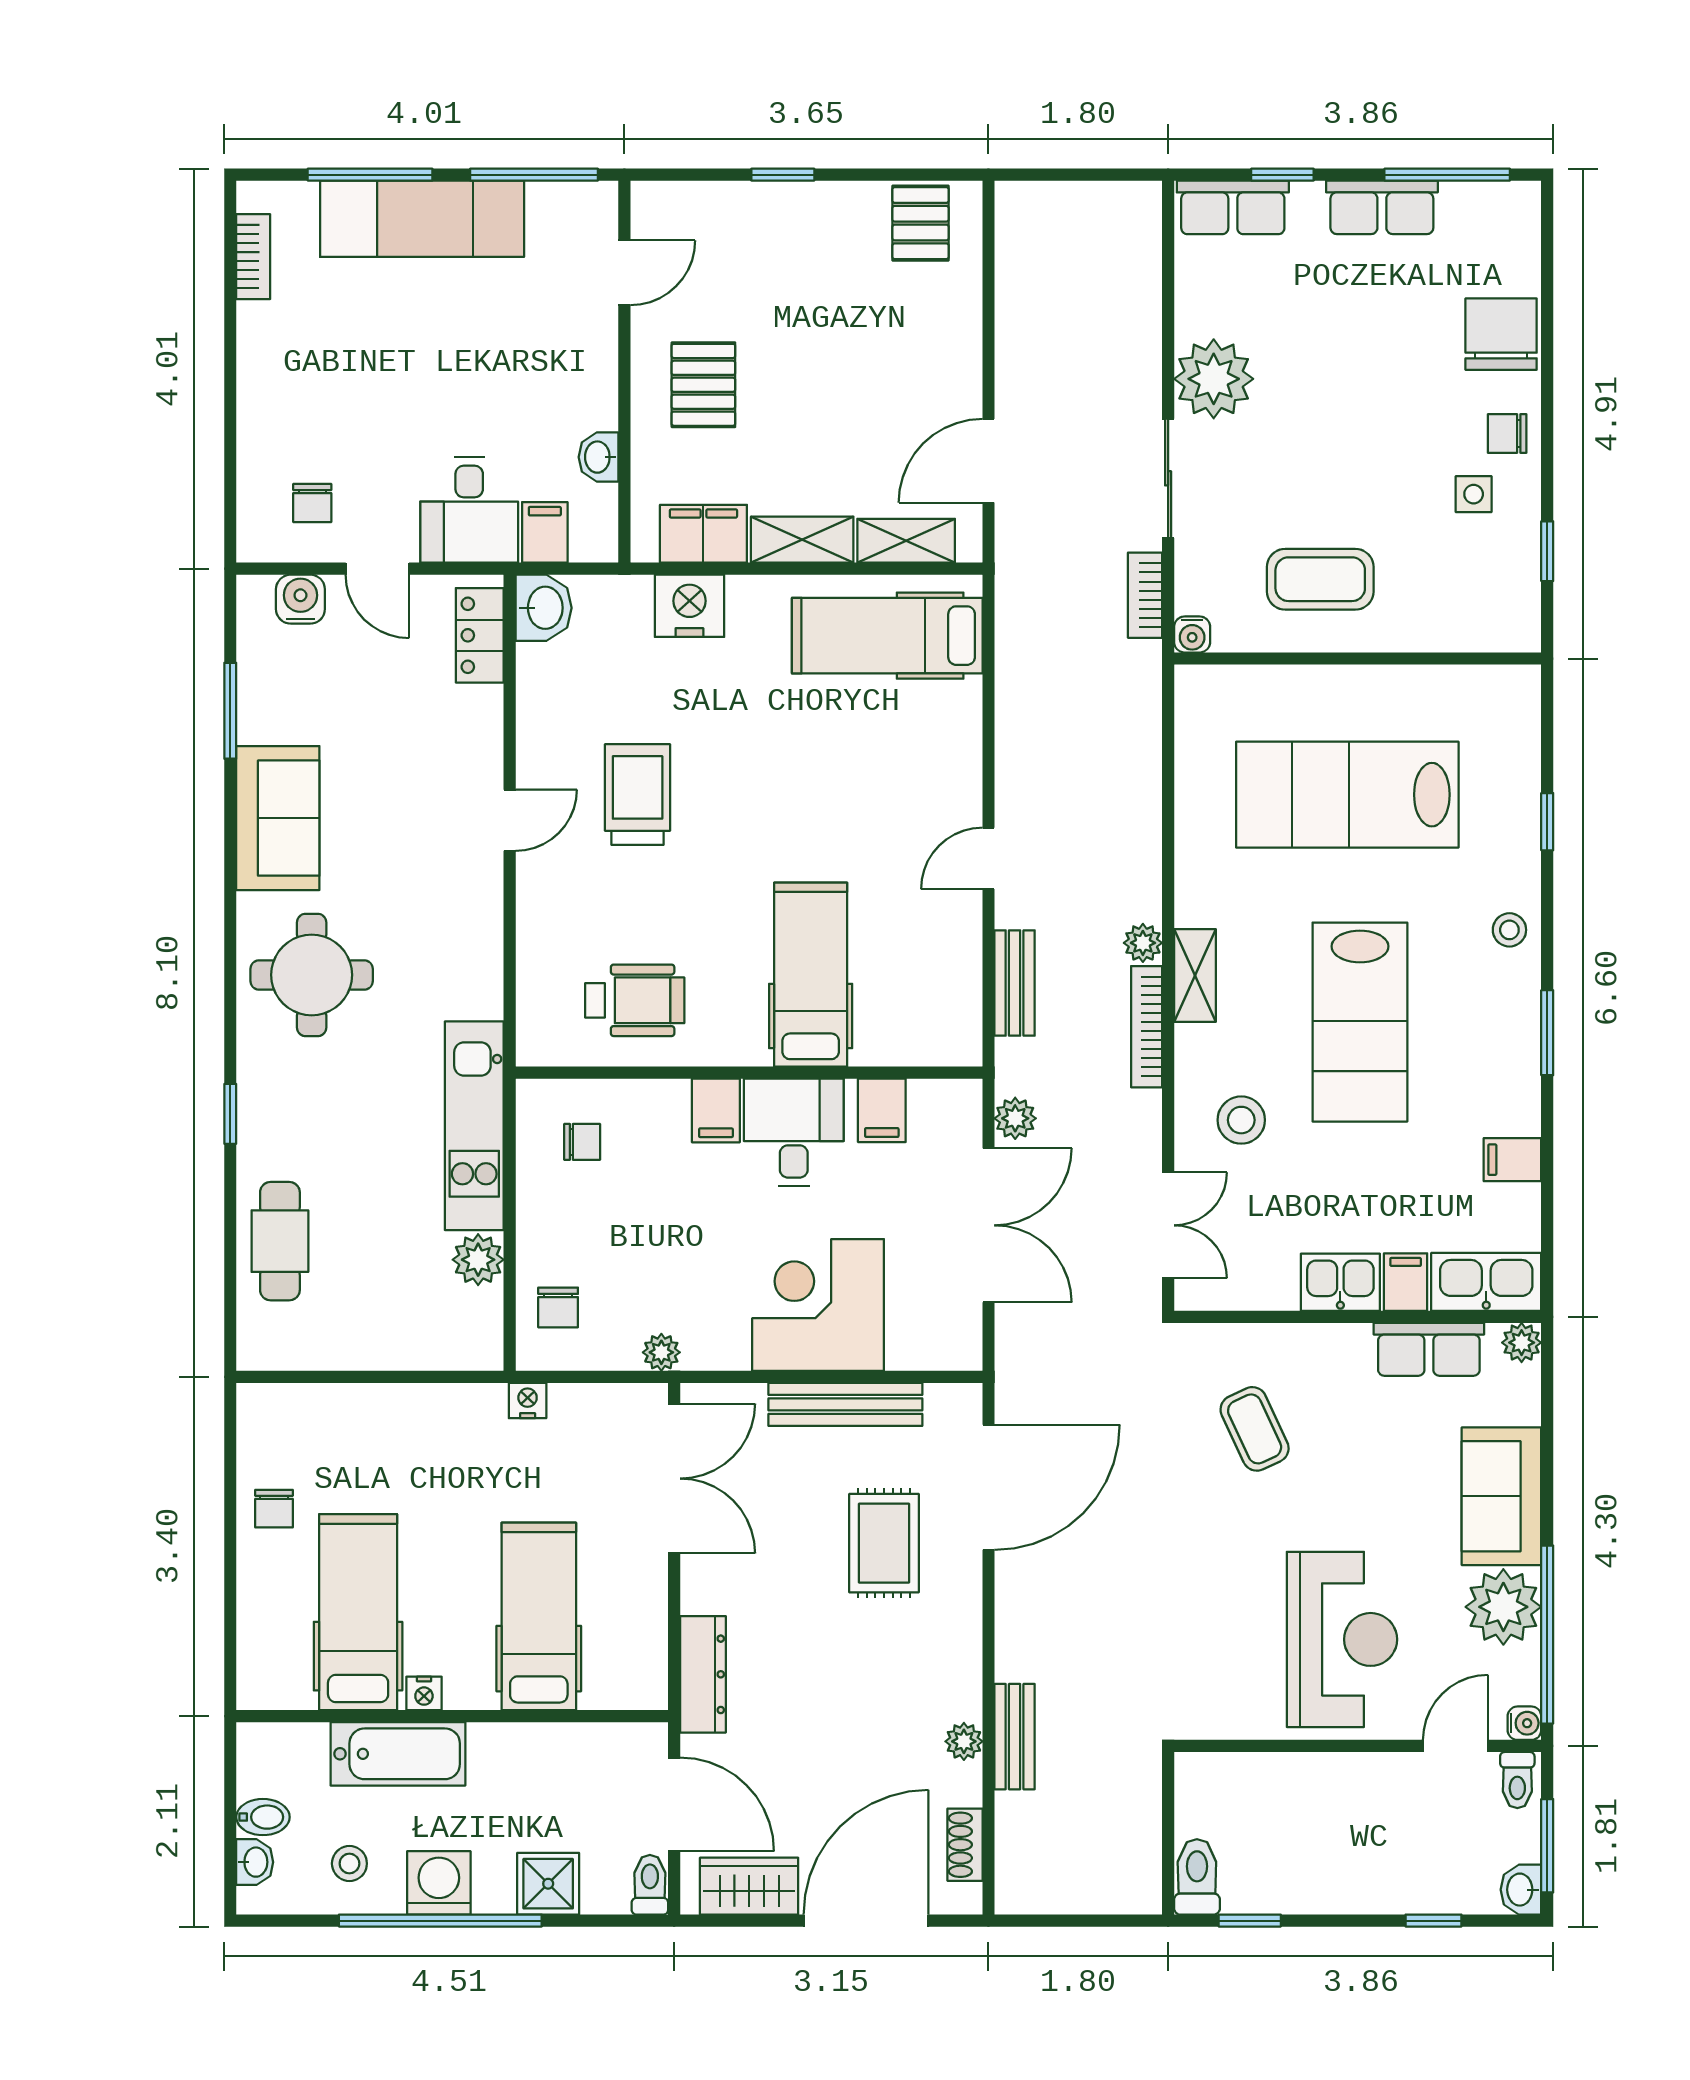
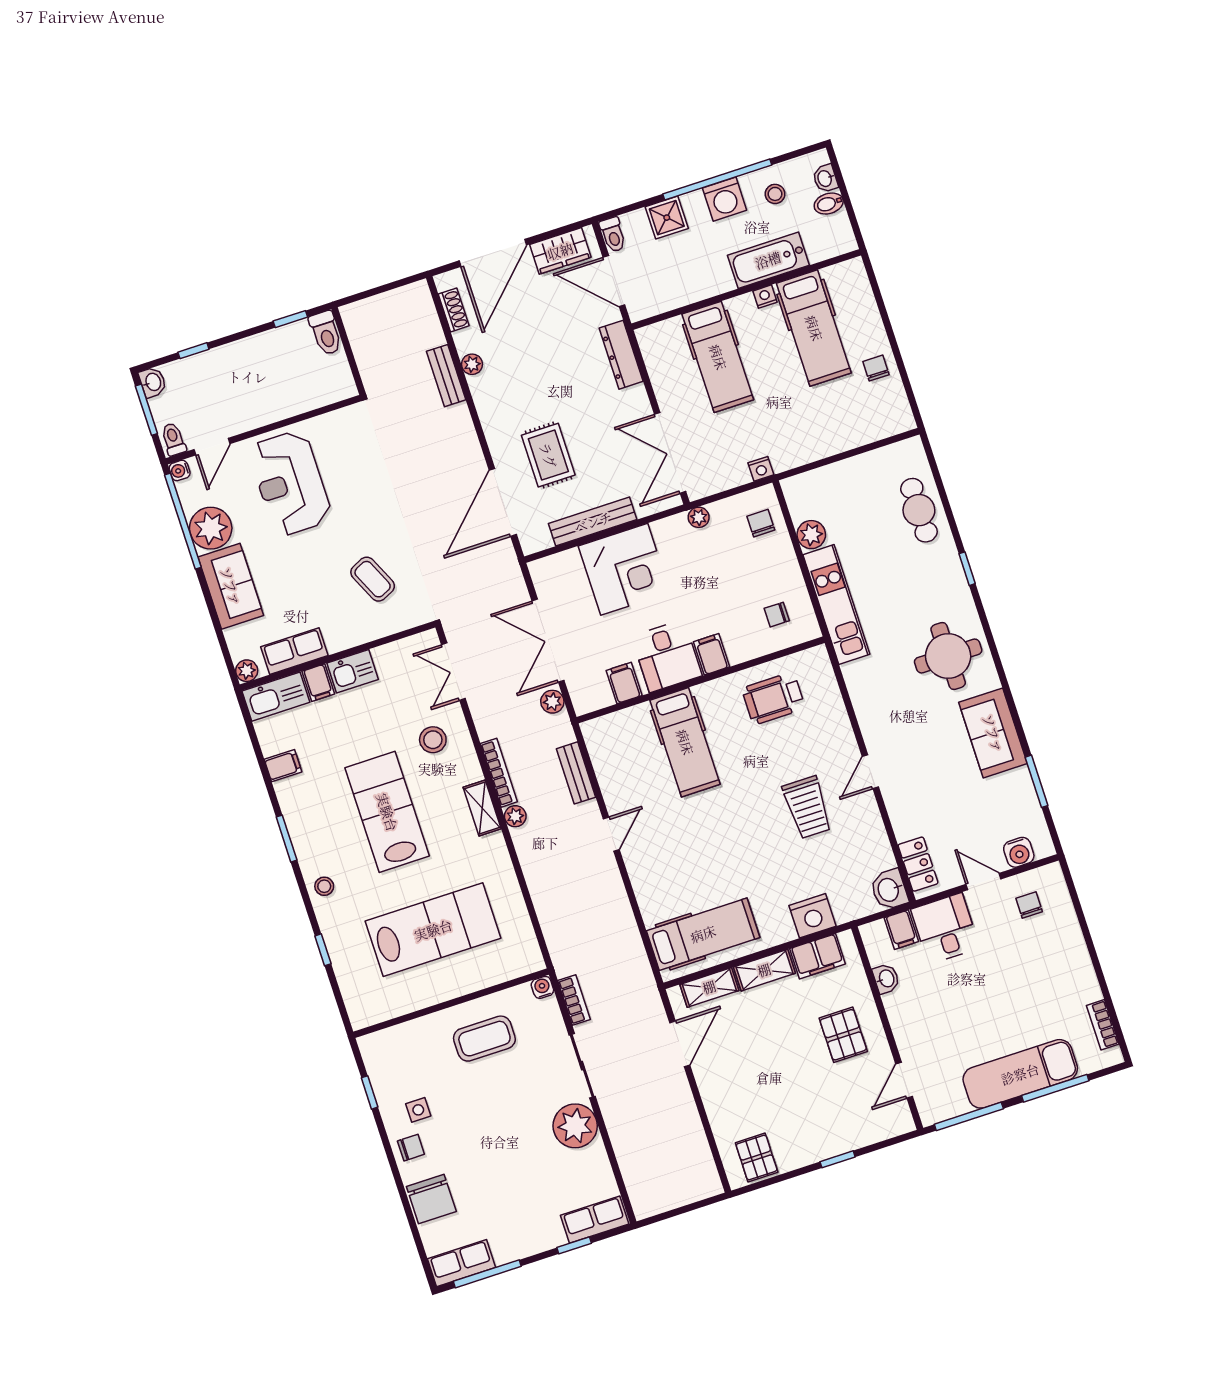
row of seats: (1382, 207) -> (461, 1263), moved

